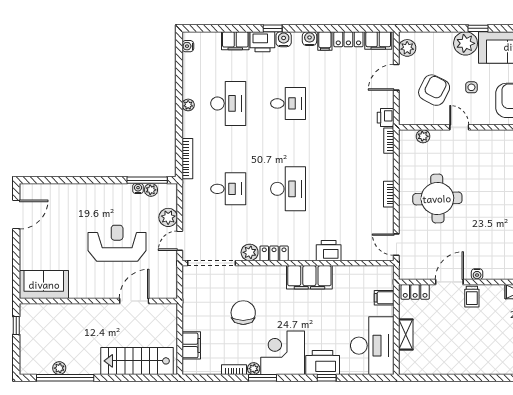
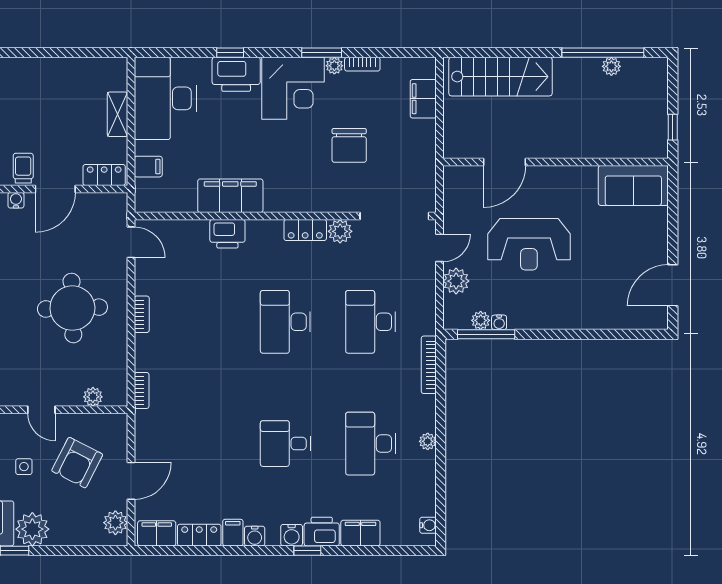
printer: (386, 118) -> (146, 423), removed
desk: (228, 189) -> (371, 322), width x1.37
filing cabinet: (309, 277) -> (230, 196), moved

